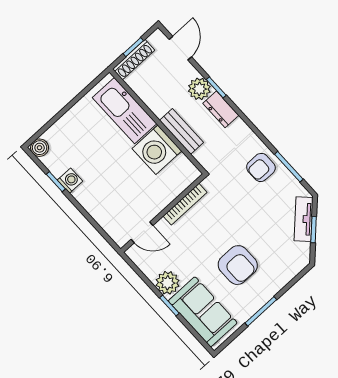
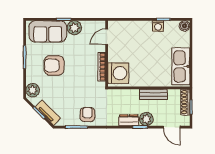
kitchen sink: (124, 111) -> (181, 66), moved, turned -90
bench: (182, 131) -> (153, 94), moved
washing machine: (157, 150) -> (118, 73), moved, turned 90
plant: (293, 264) -> (33, 90), added

